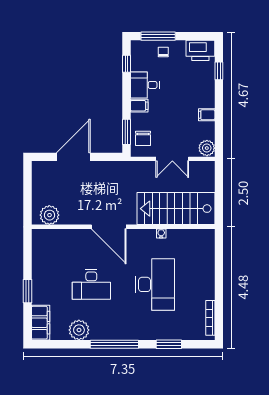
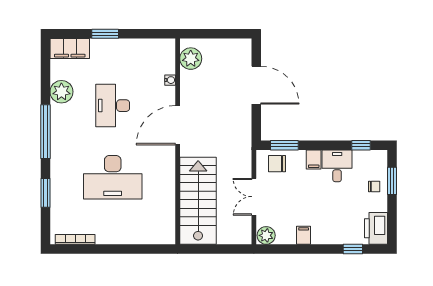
window: (158, 36) -> (392, 181), width x0.69
water cooler: (161, 233) -> (170, 80), moved

